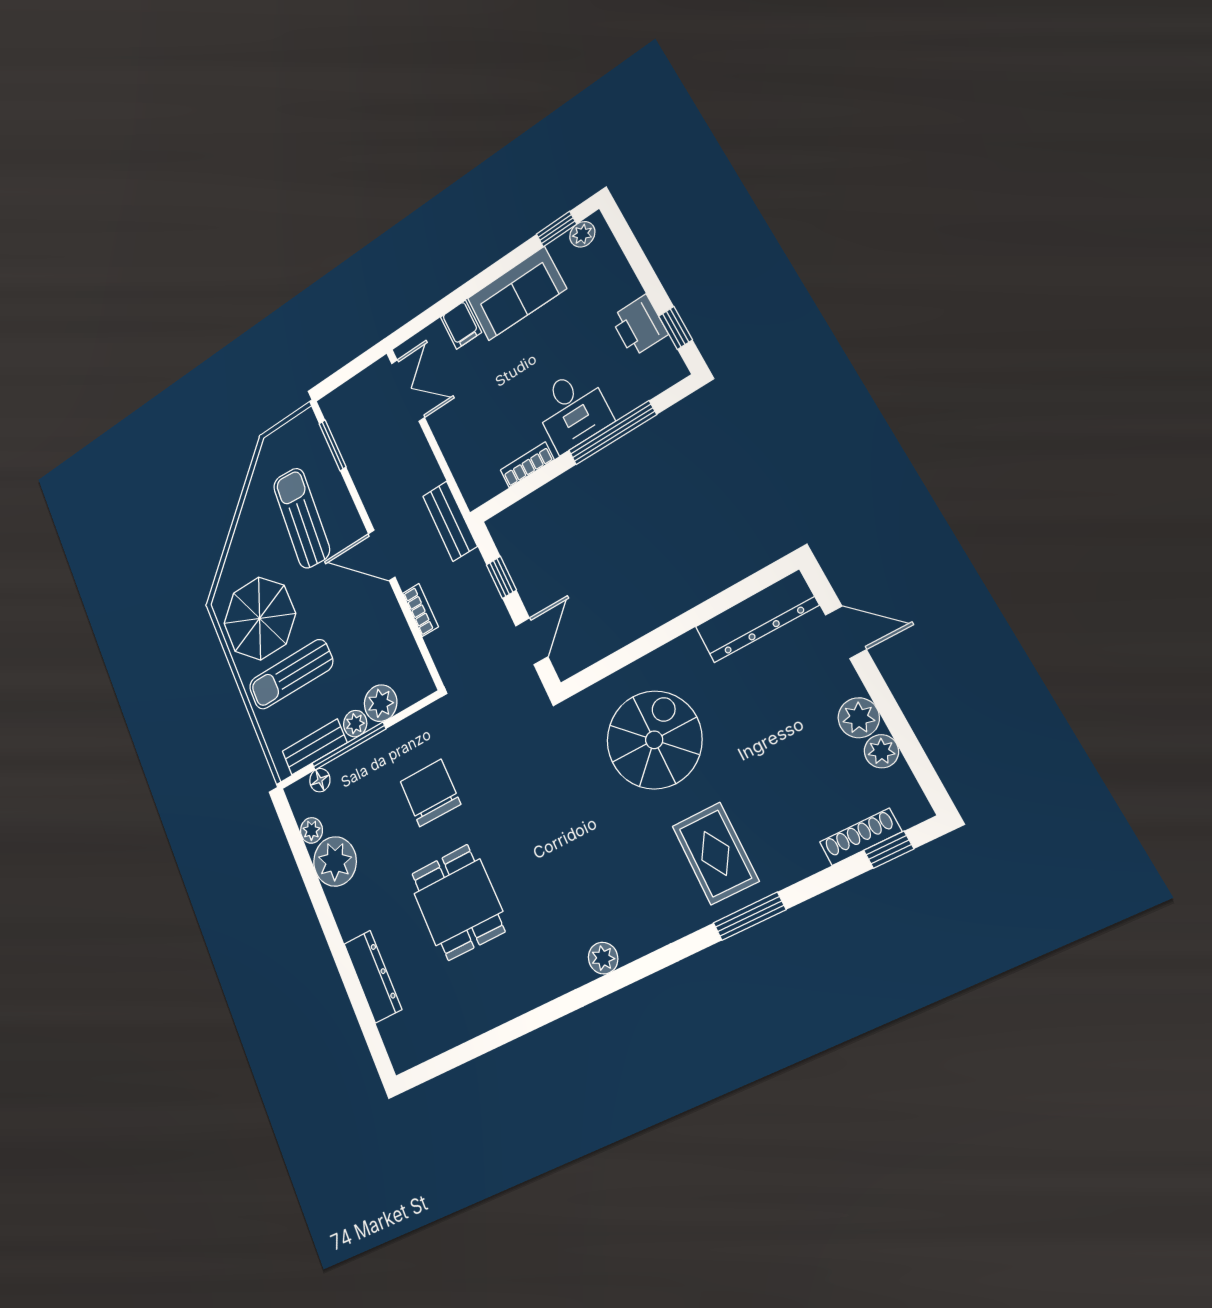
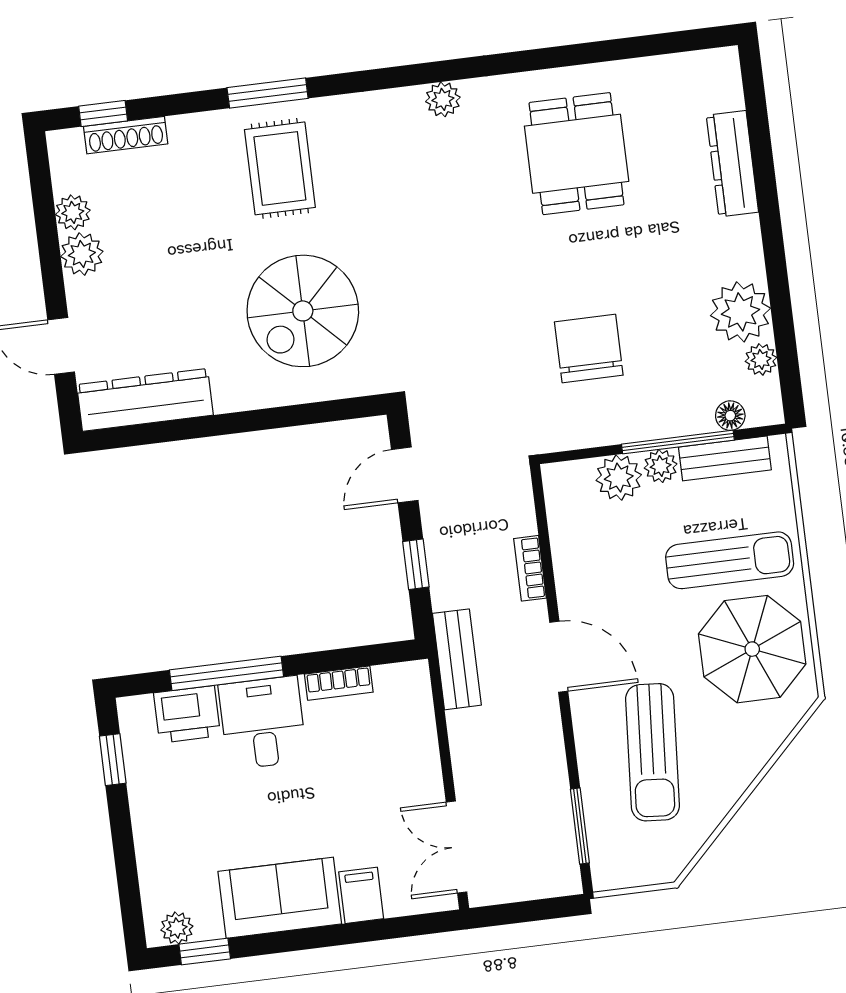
printer: (639, 326) -> (187, 714), moved, turned 90
chair: (430, 793) -> (589, 349), turned 180
dining table: (458, 902) -> (577, 154), moved

